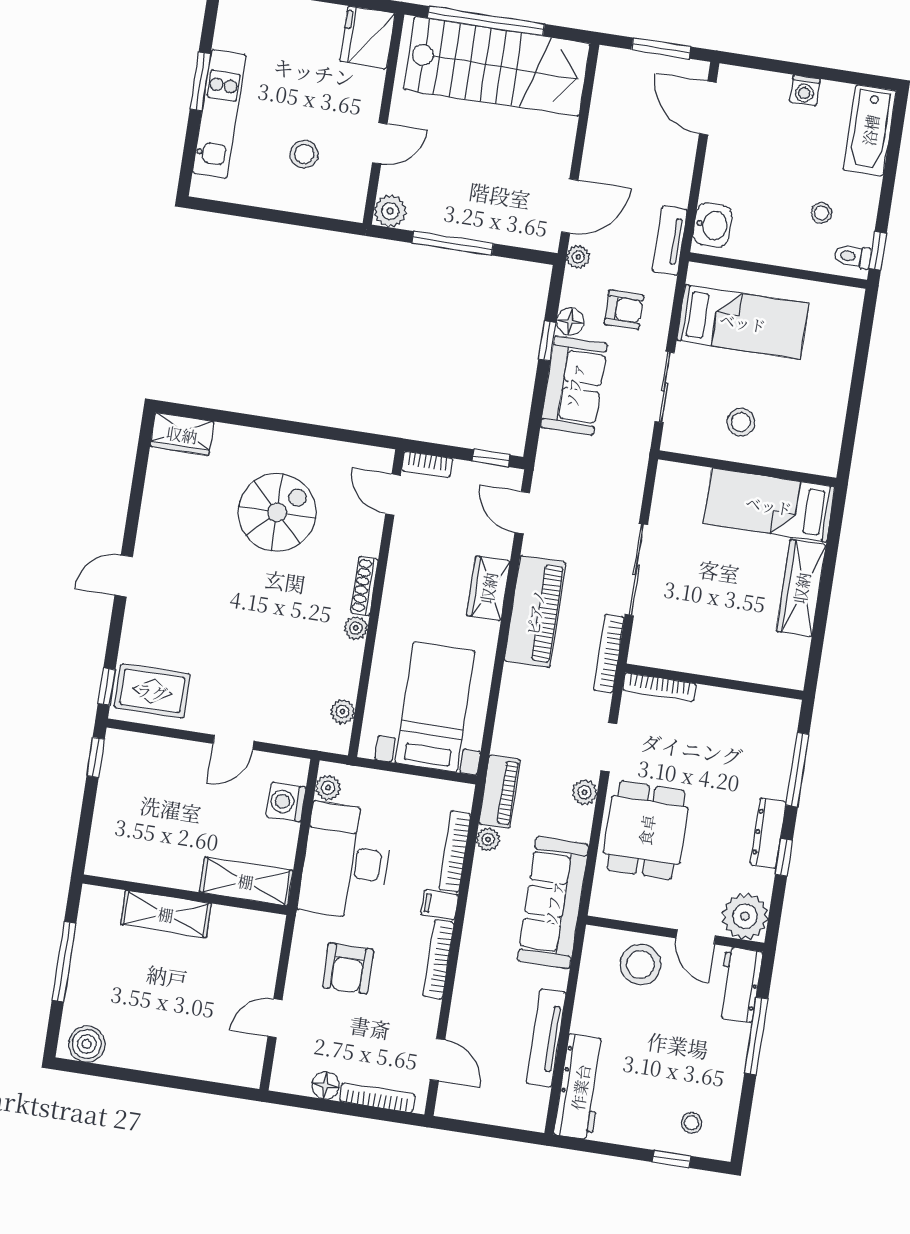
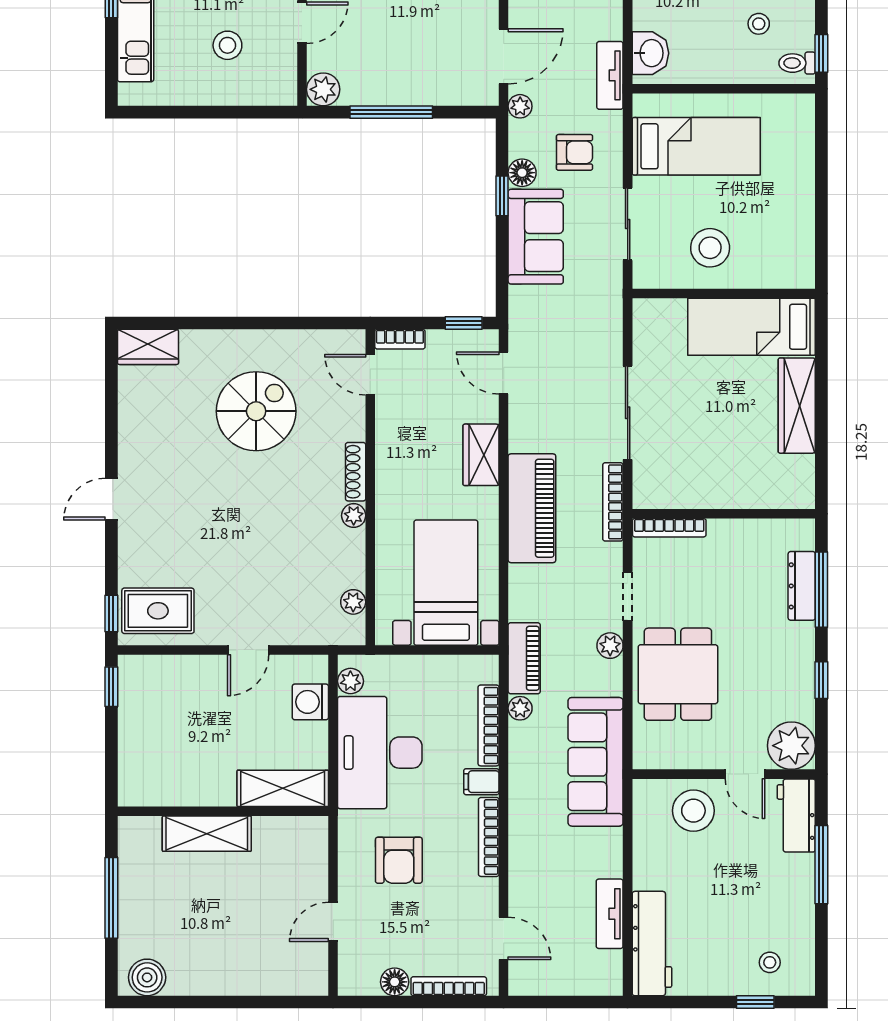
stool: (741, 422) -> (710, 248), width x1.38, depth x1.38
piano: (535, 612) -> (532, 508), moved
dresser: (768, 833) -> (802, 586), moved
tv unit: (546, 1038) -> (610, 914), width x0.71

